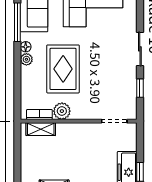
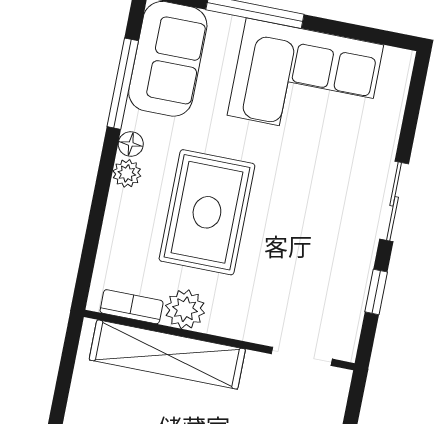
shelving: (41, 129) -> (167, 355), width x2.20, depth x1.33

